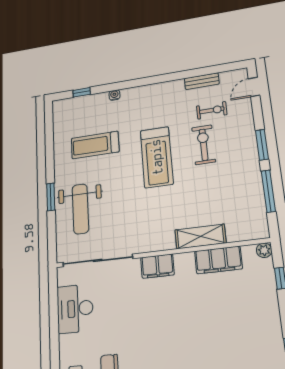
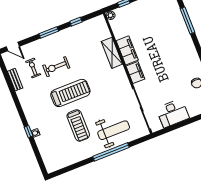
window: (82, 92) -> (29, 132), moved
treadmill: (95, 145) -> (78, 125), moved
window: (268, 191) -> (76, 22), width x0.46
window: (51, 197) -> (111, 152), width x2.11
filing cabinet: (218, 260) -> (127, 50), moved

